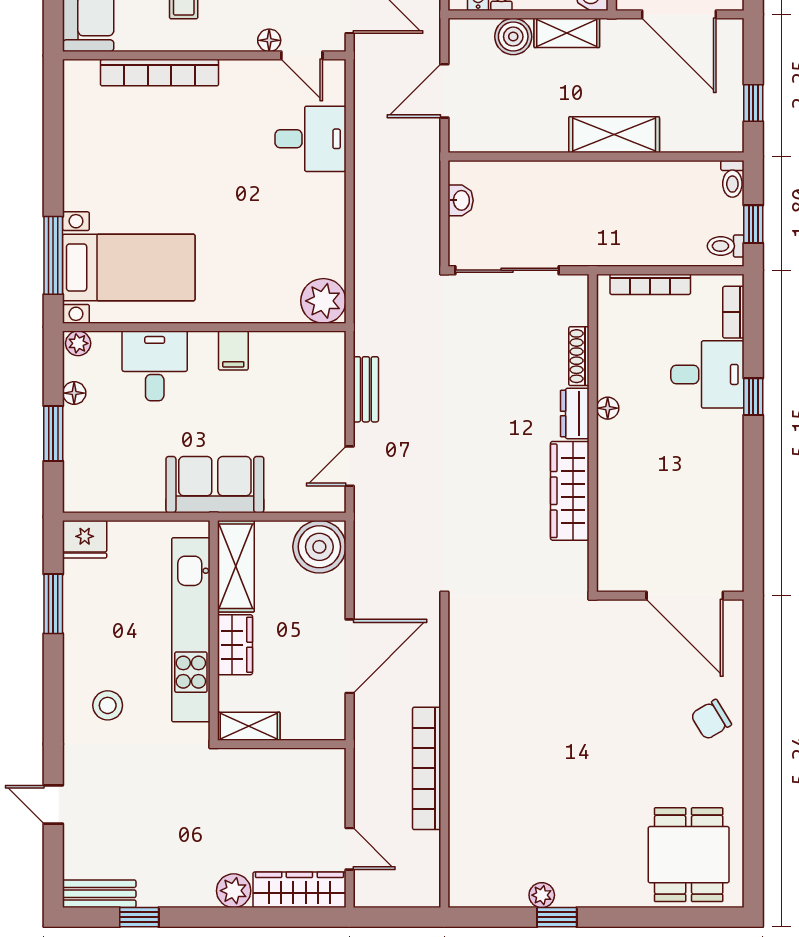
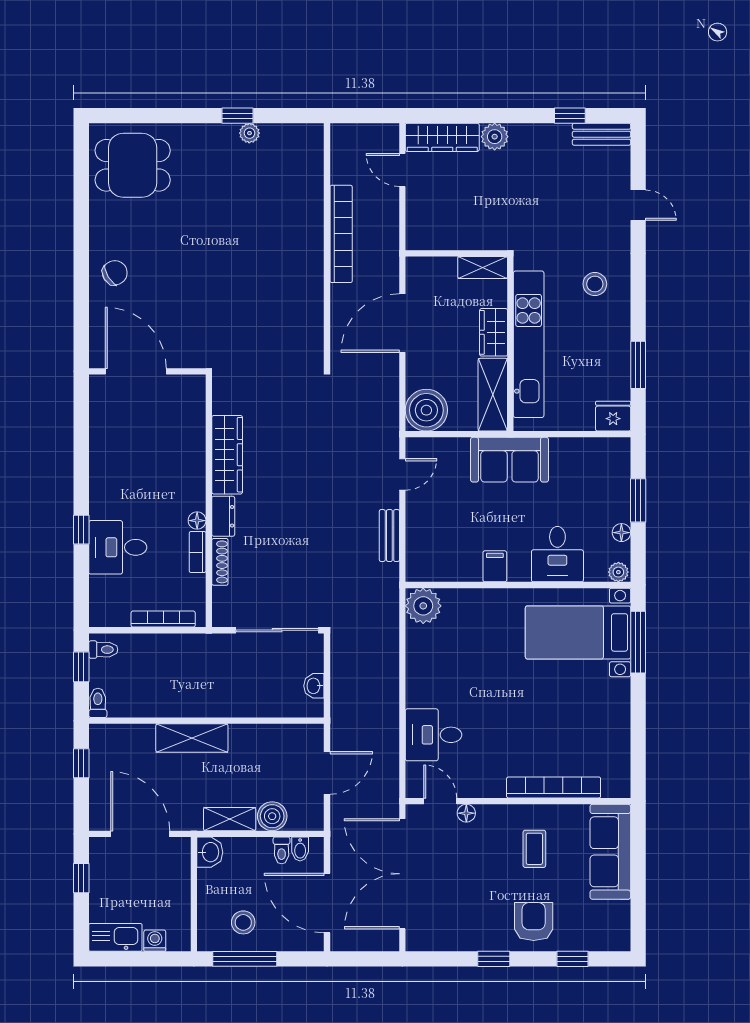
bookcase: (733, 312) -> (198, 552), moved, turned 180
dining table: (689, 855) -> (133, 165), turned 90

